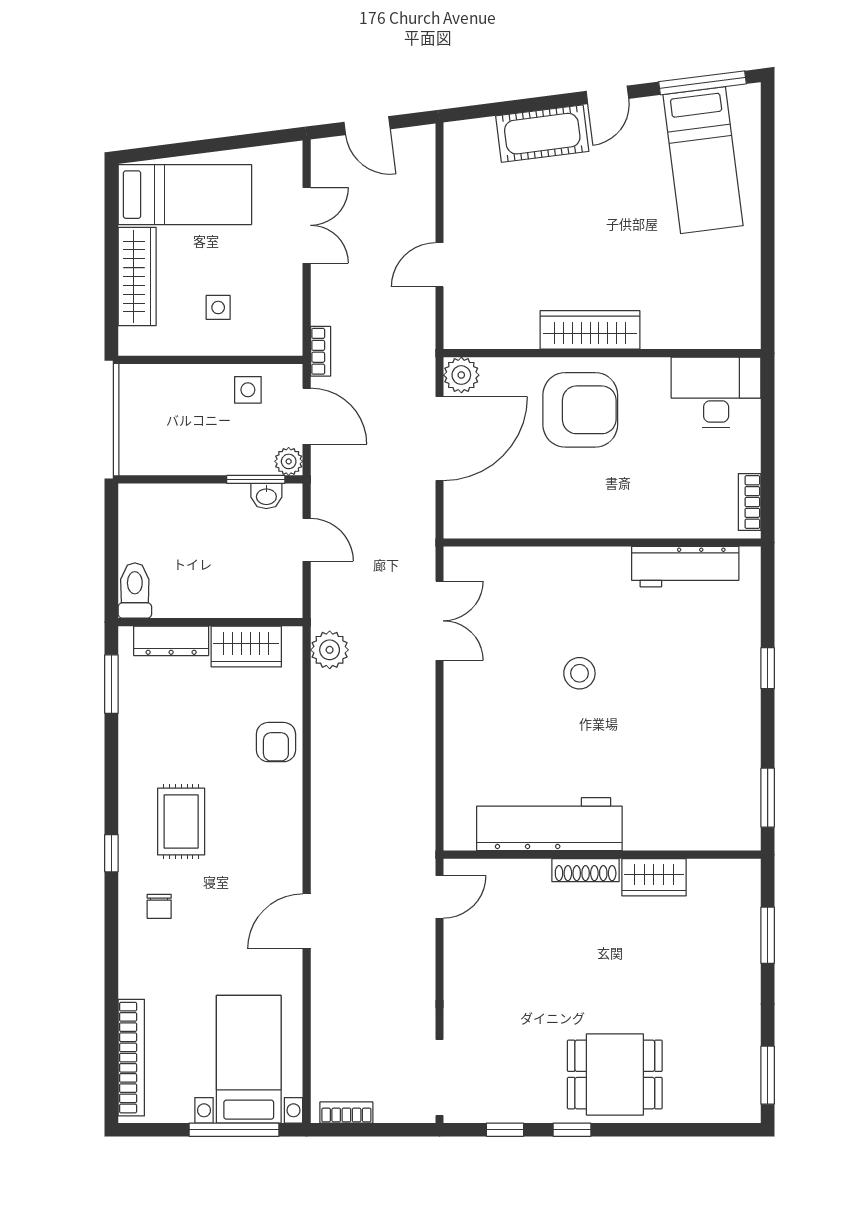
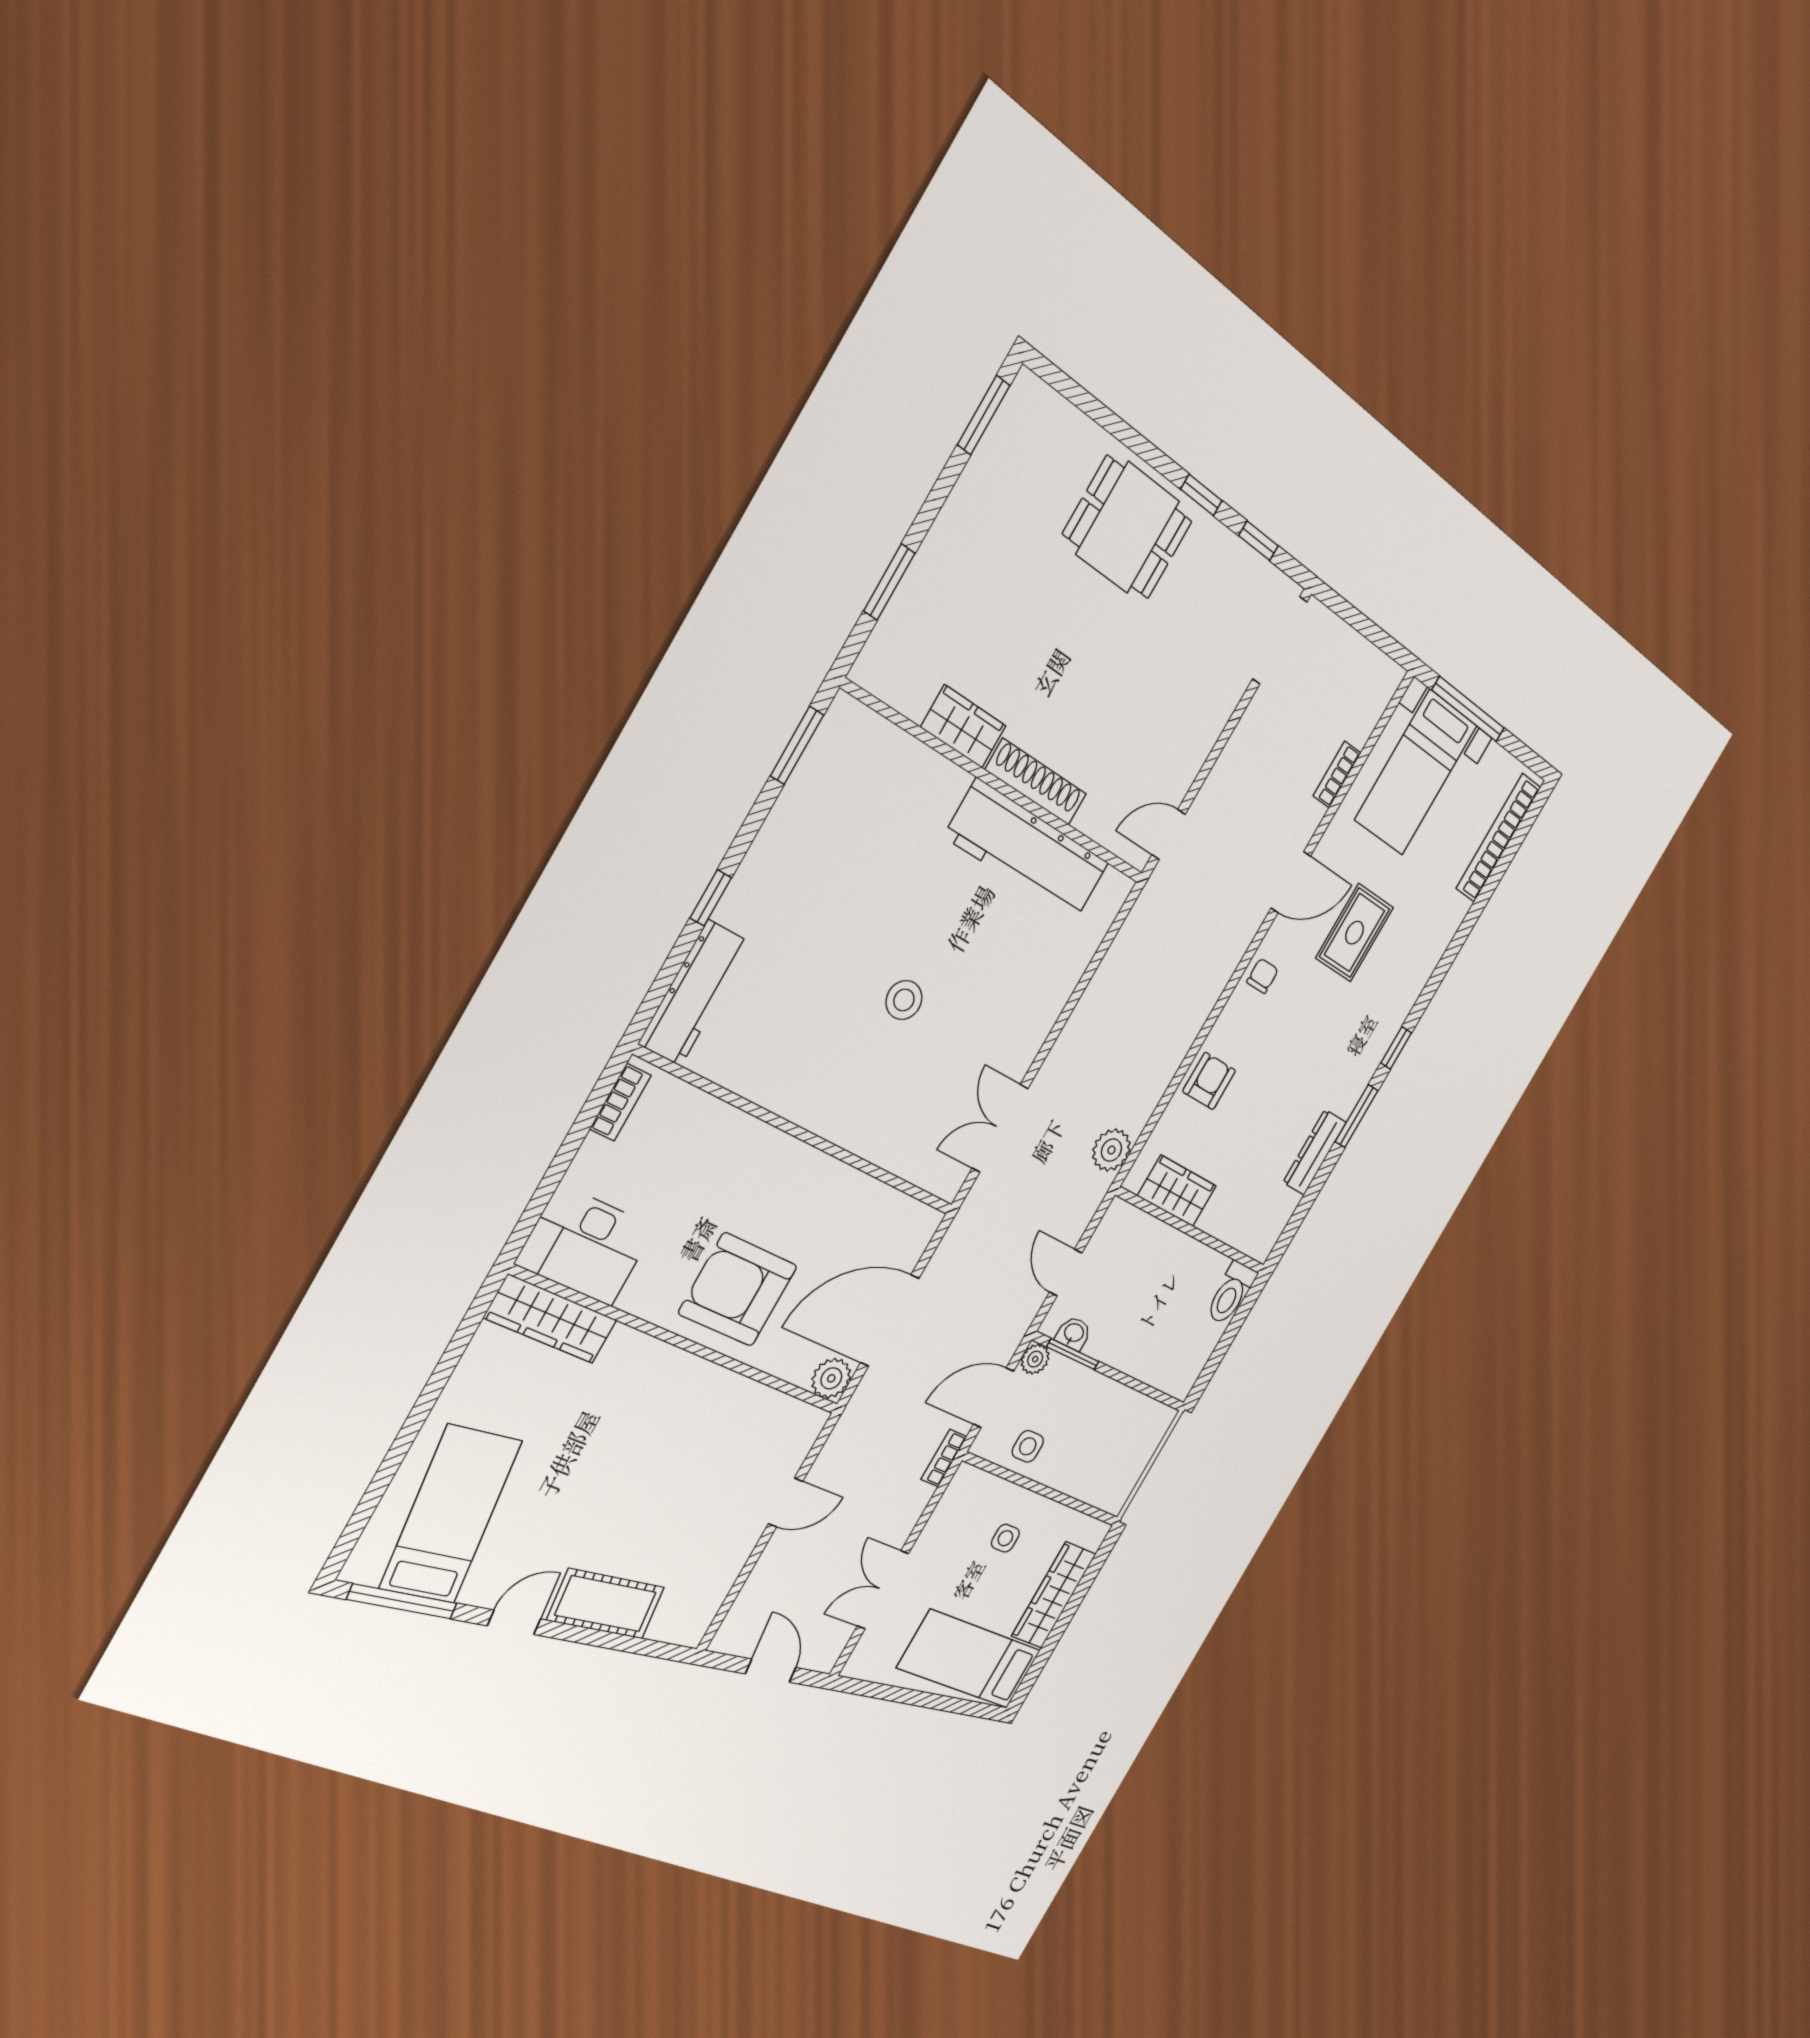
wardrobe: (590, 330) -> (551, 1319), moved
door: (307, 416) -> (994, 1398), hinge flipped
workbench: (685, 567) -> (694, 993), moved, turned 90
dresser: (171, 641) -> (1315, 1152), moved, turned -90
window: (111, 684) -> (1357, 1116), moved
rug: (181, 822) -> (1355, 933), moved
shoe rack: (586, 870) -> (1036, 782), width x1.36, depth x1.24
chair: (159, 906) -> (1263, 976), moved
bookcase: (346, 1112) -> (1337, 774), moved, turned 90

